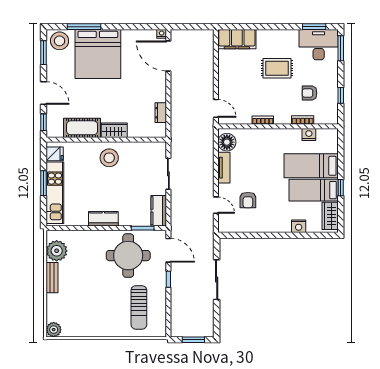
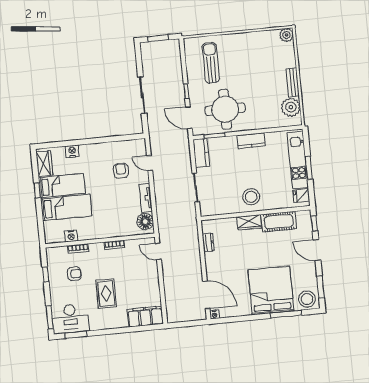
rug: (277, 68) -> (106, 294), turned 90

